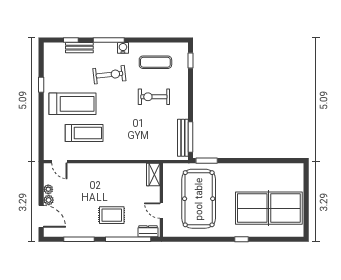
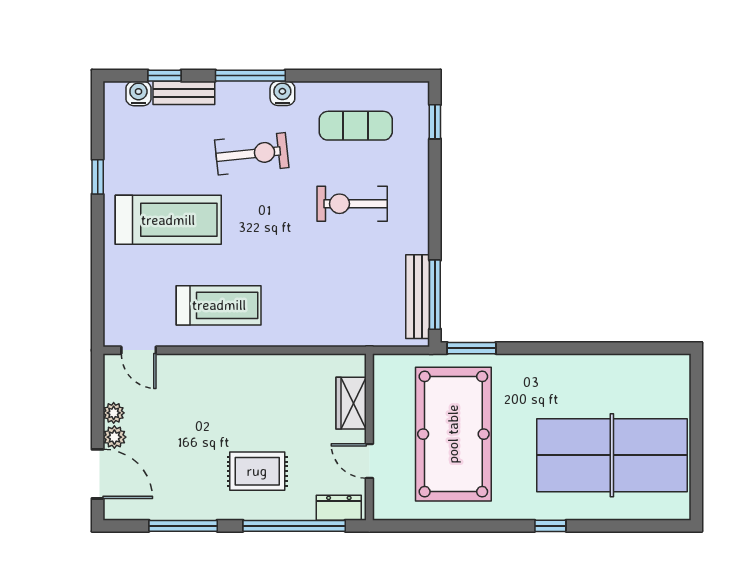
water cooler: (59, 48) -> (138, 93), added
treadmill: (84, 133) -> (219, 305), moved
wardrobe: (153, 175) -> (351, 403), moved

